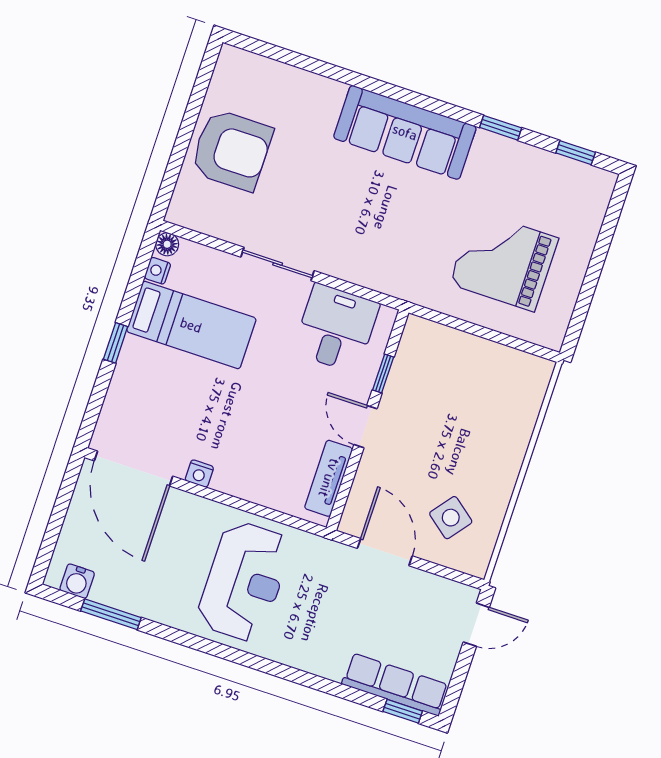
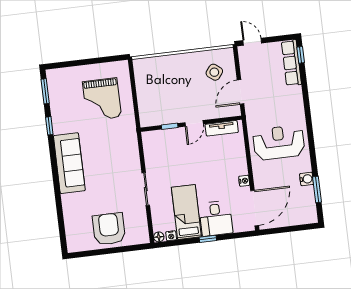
window: (576, 153) -> (45, 91), width x1.50
desk: (336, 328) -> (216, 218), moved, turned -90
water cooler: (77, 581) -> (307, 179), moved

